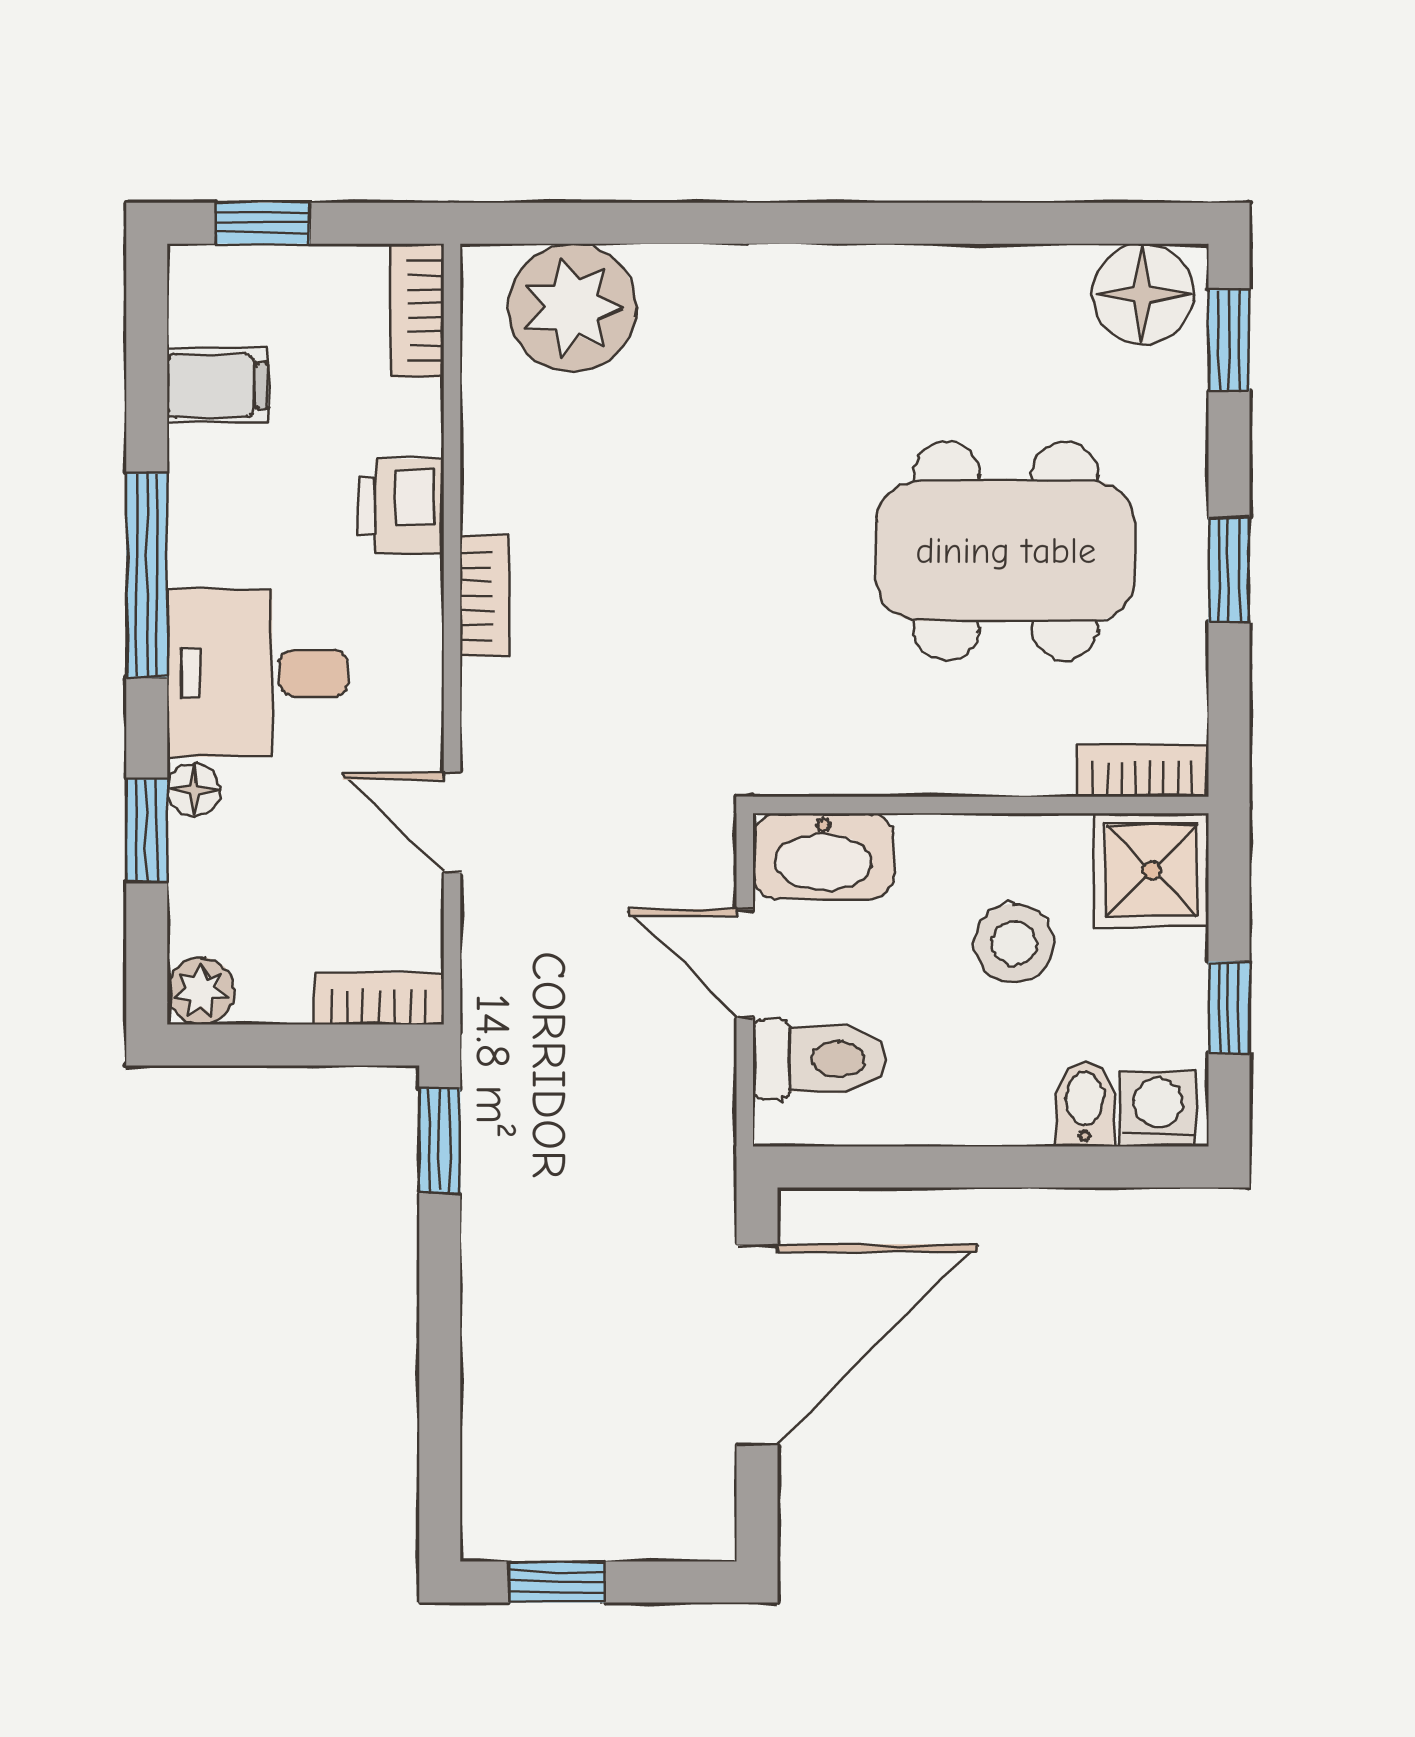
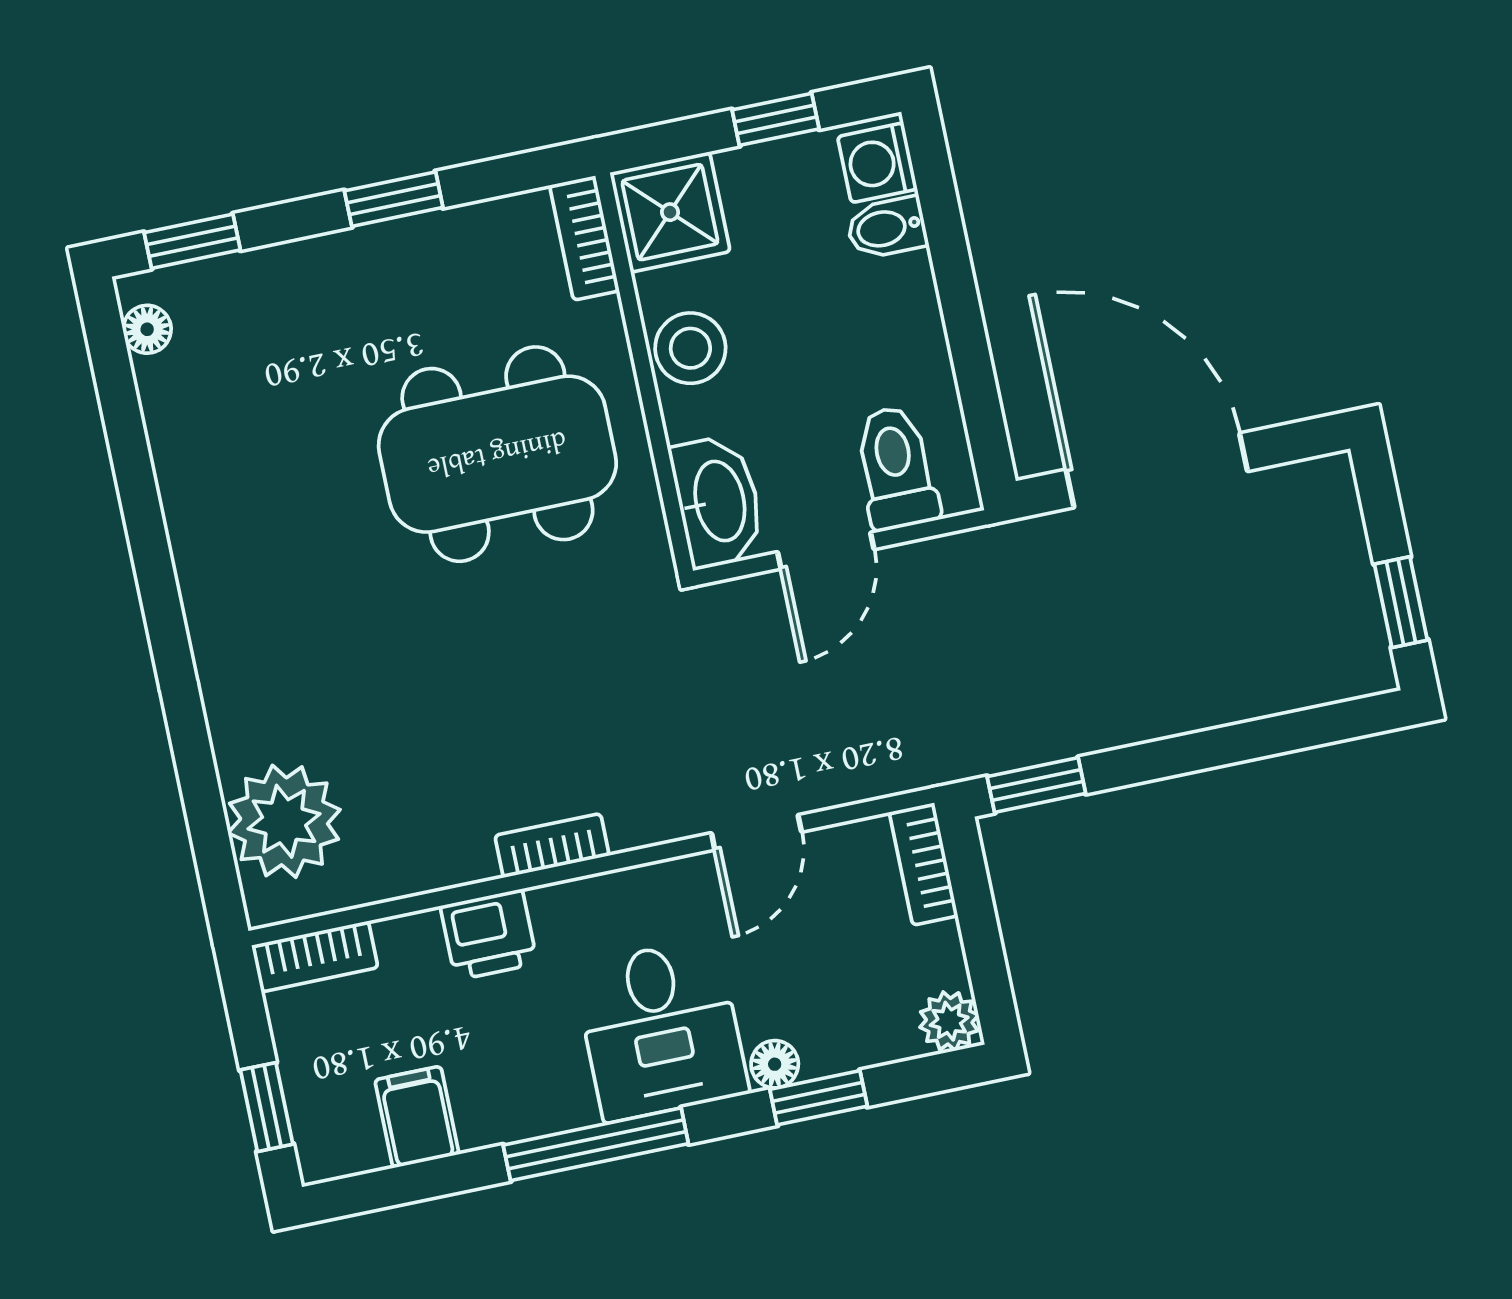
floor lamp: (1143, 294) -> (147, 329), width x0.53, depth x0.53
dining table: (1006, 551) -> (497, 454), moved, turned 90
stool: (1014, 943) -> (690, 348), moved

